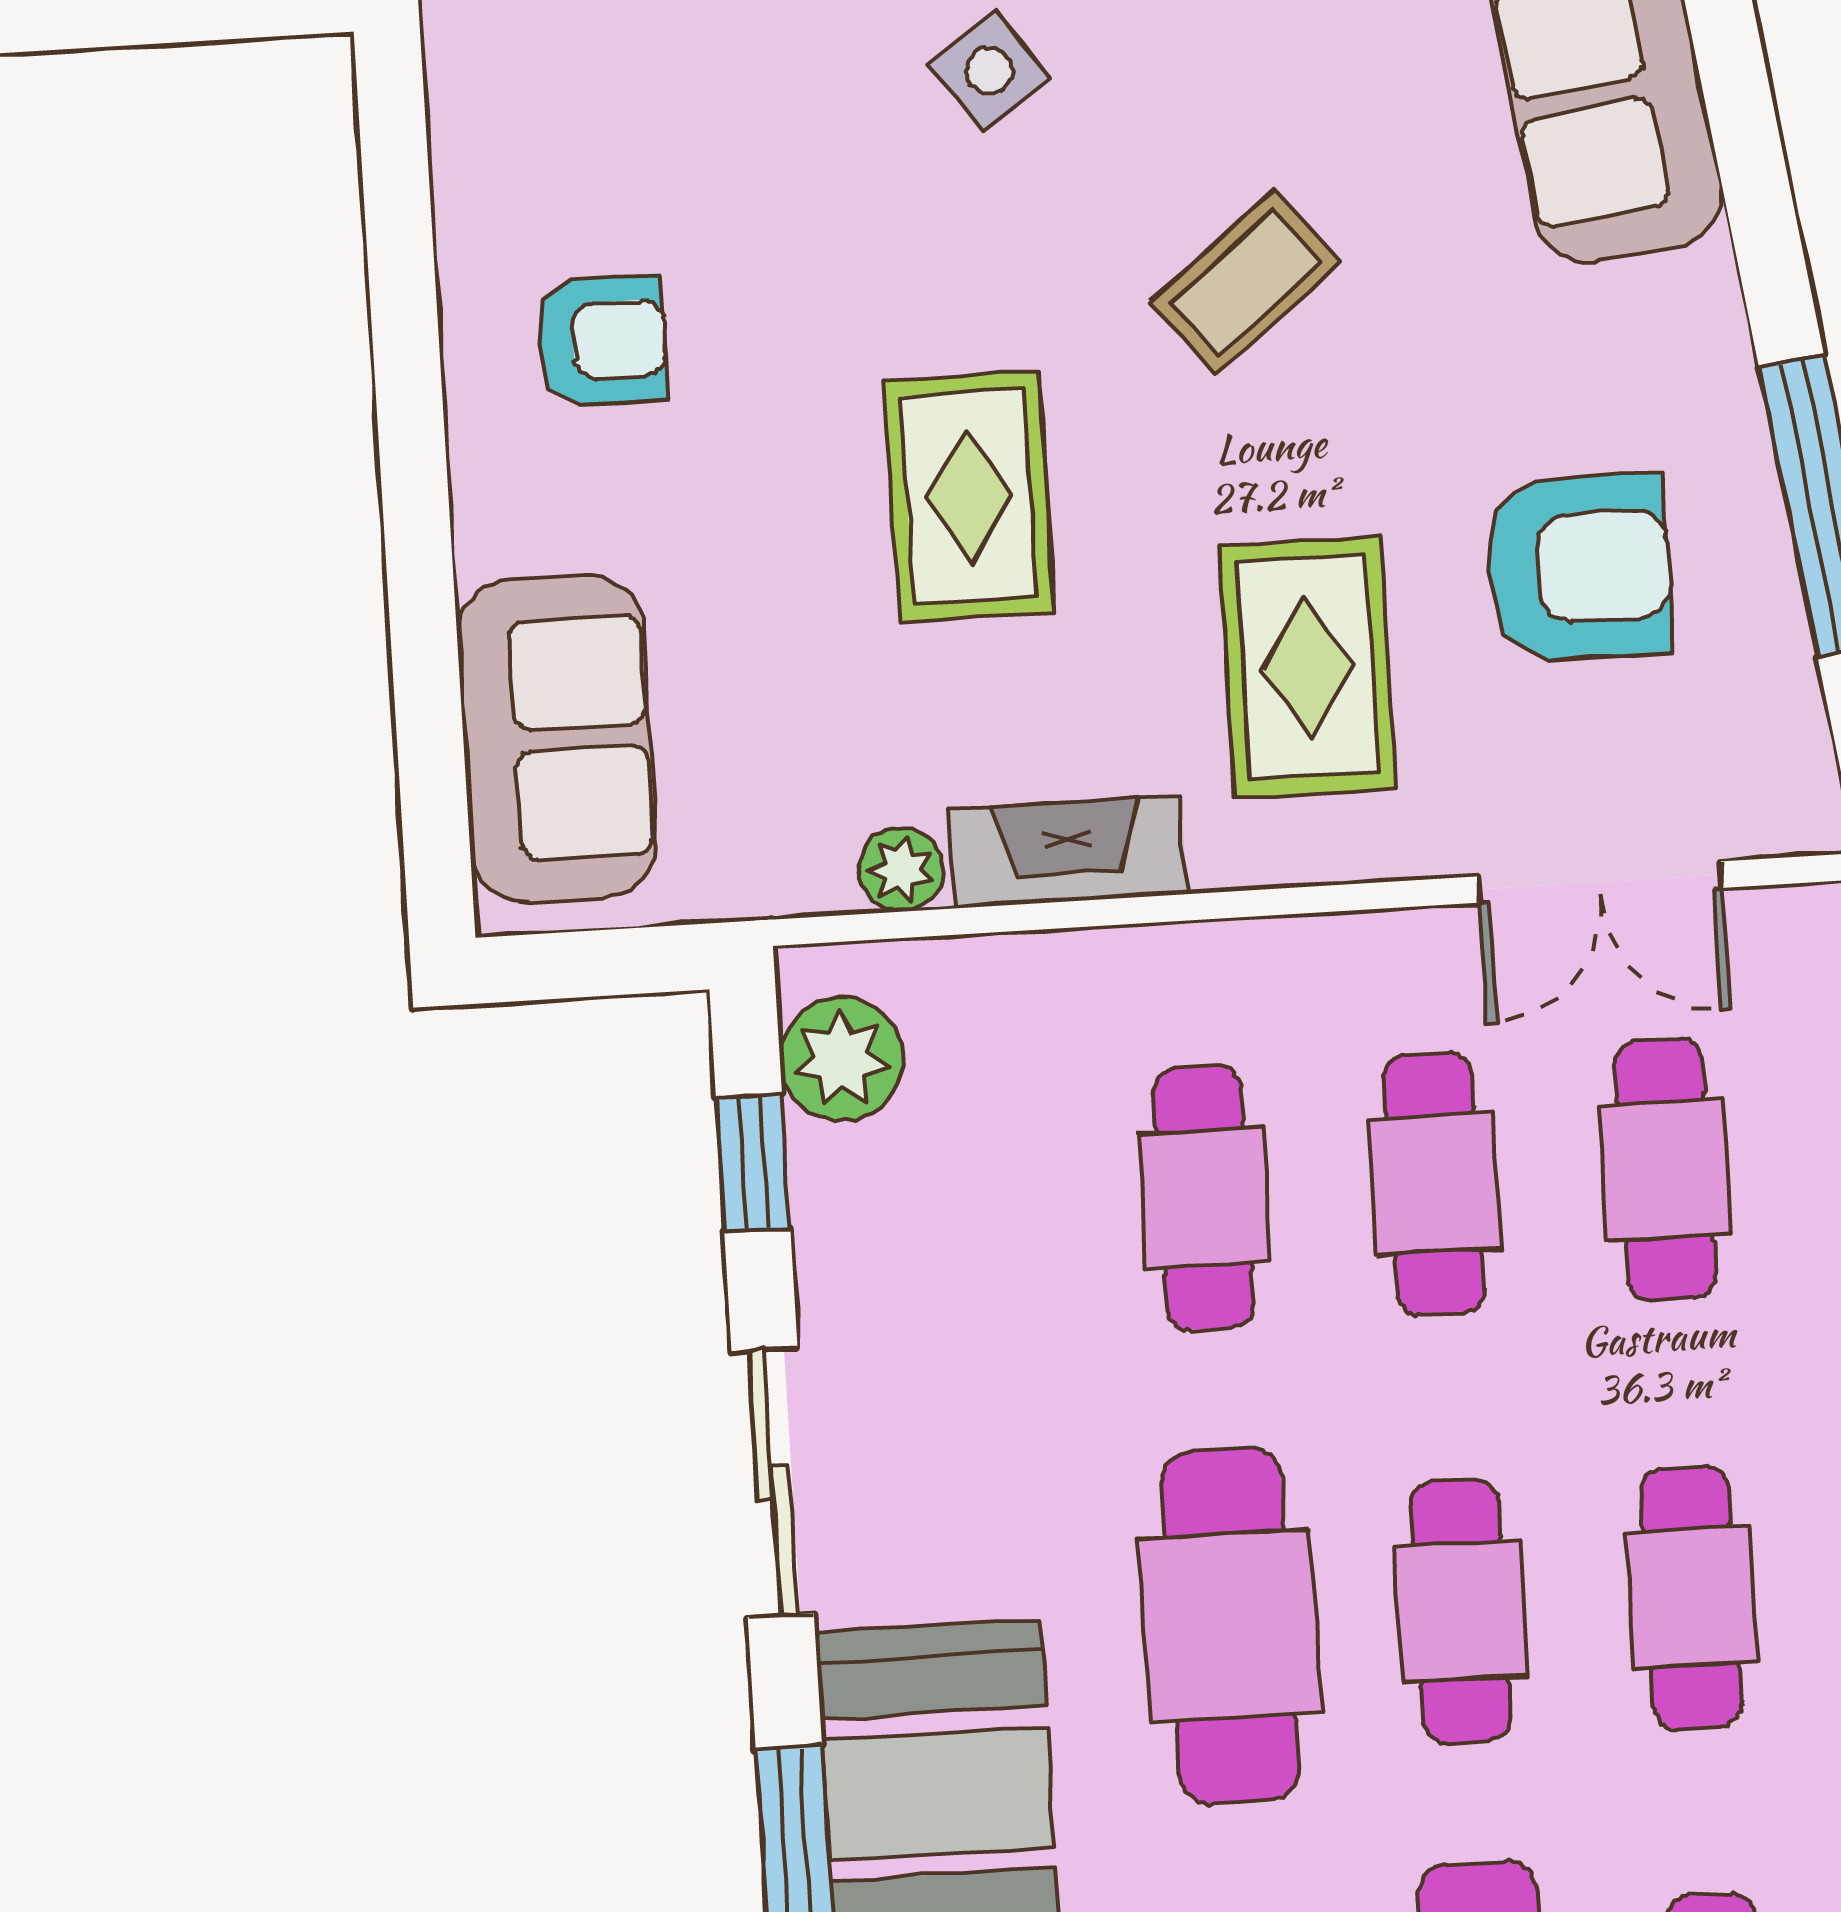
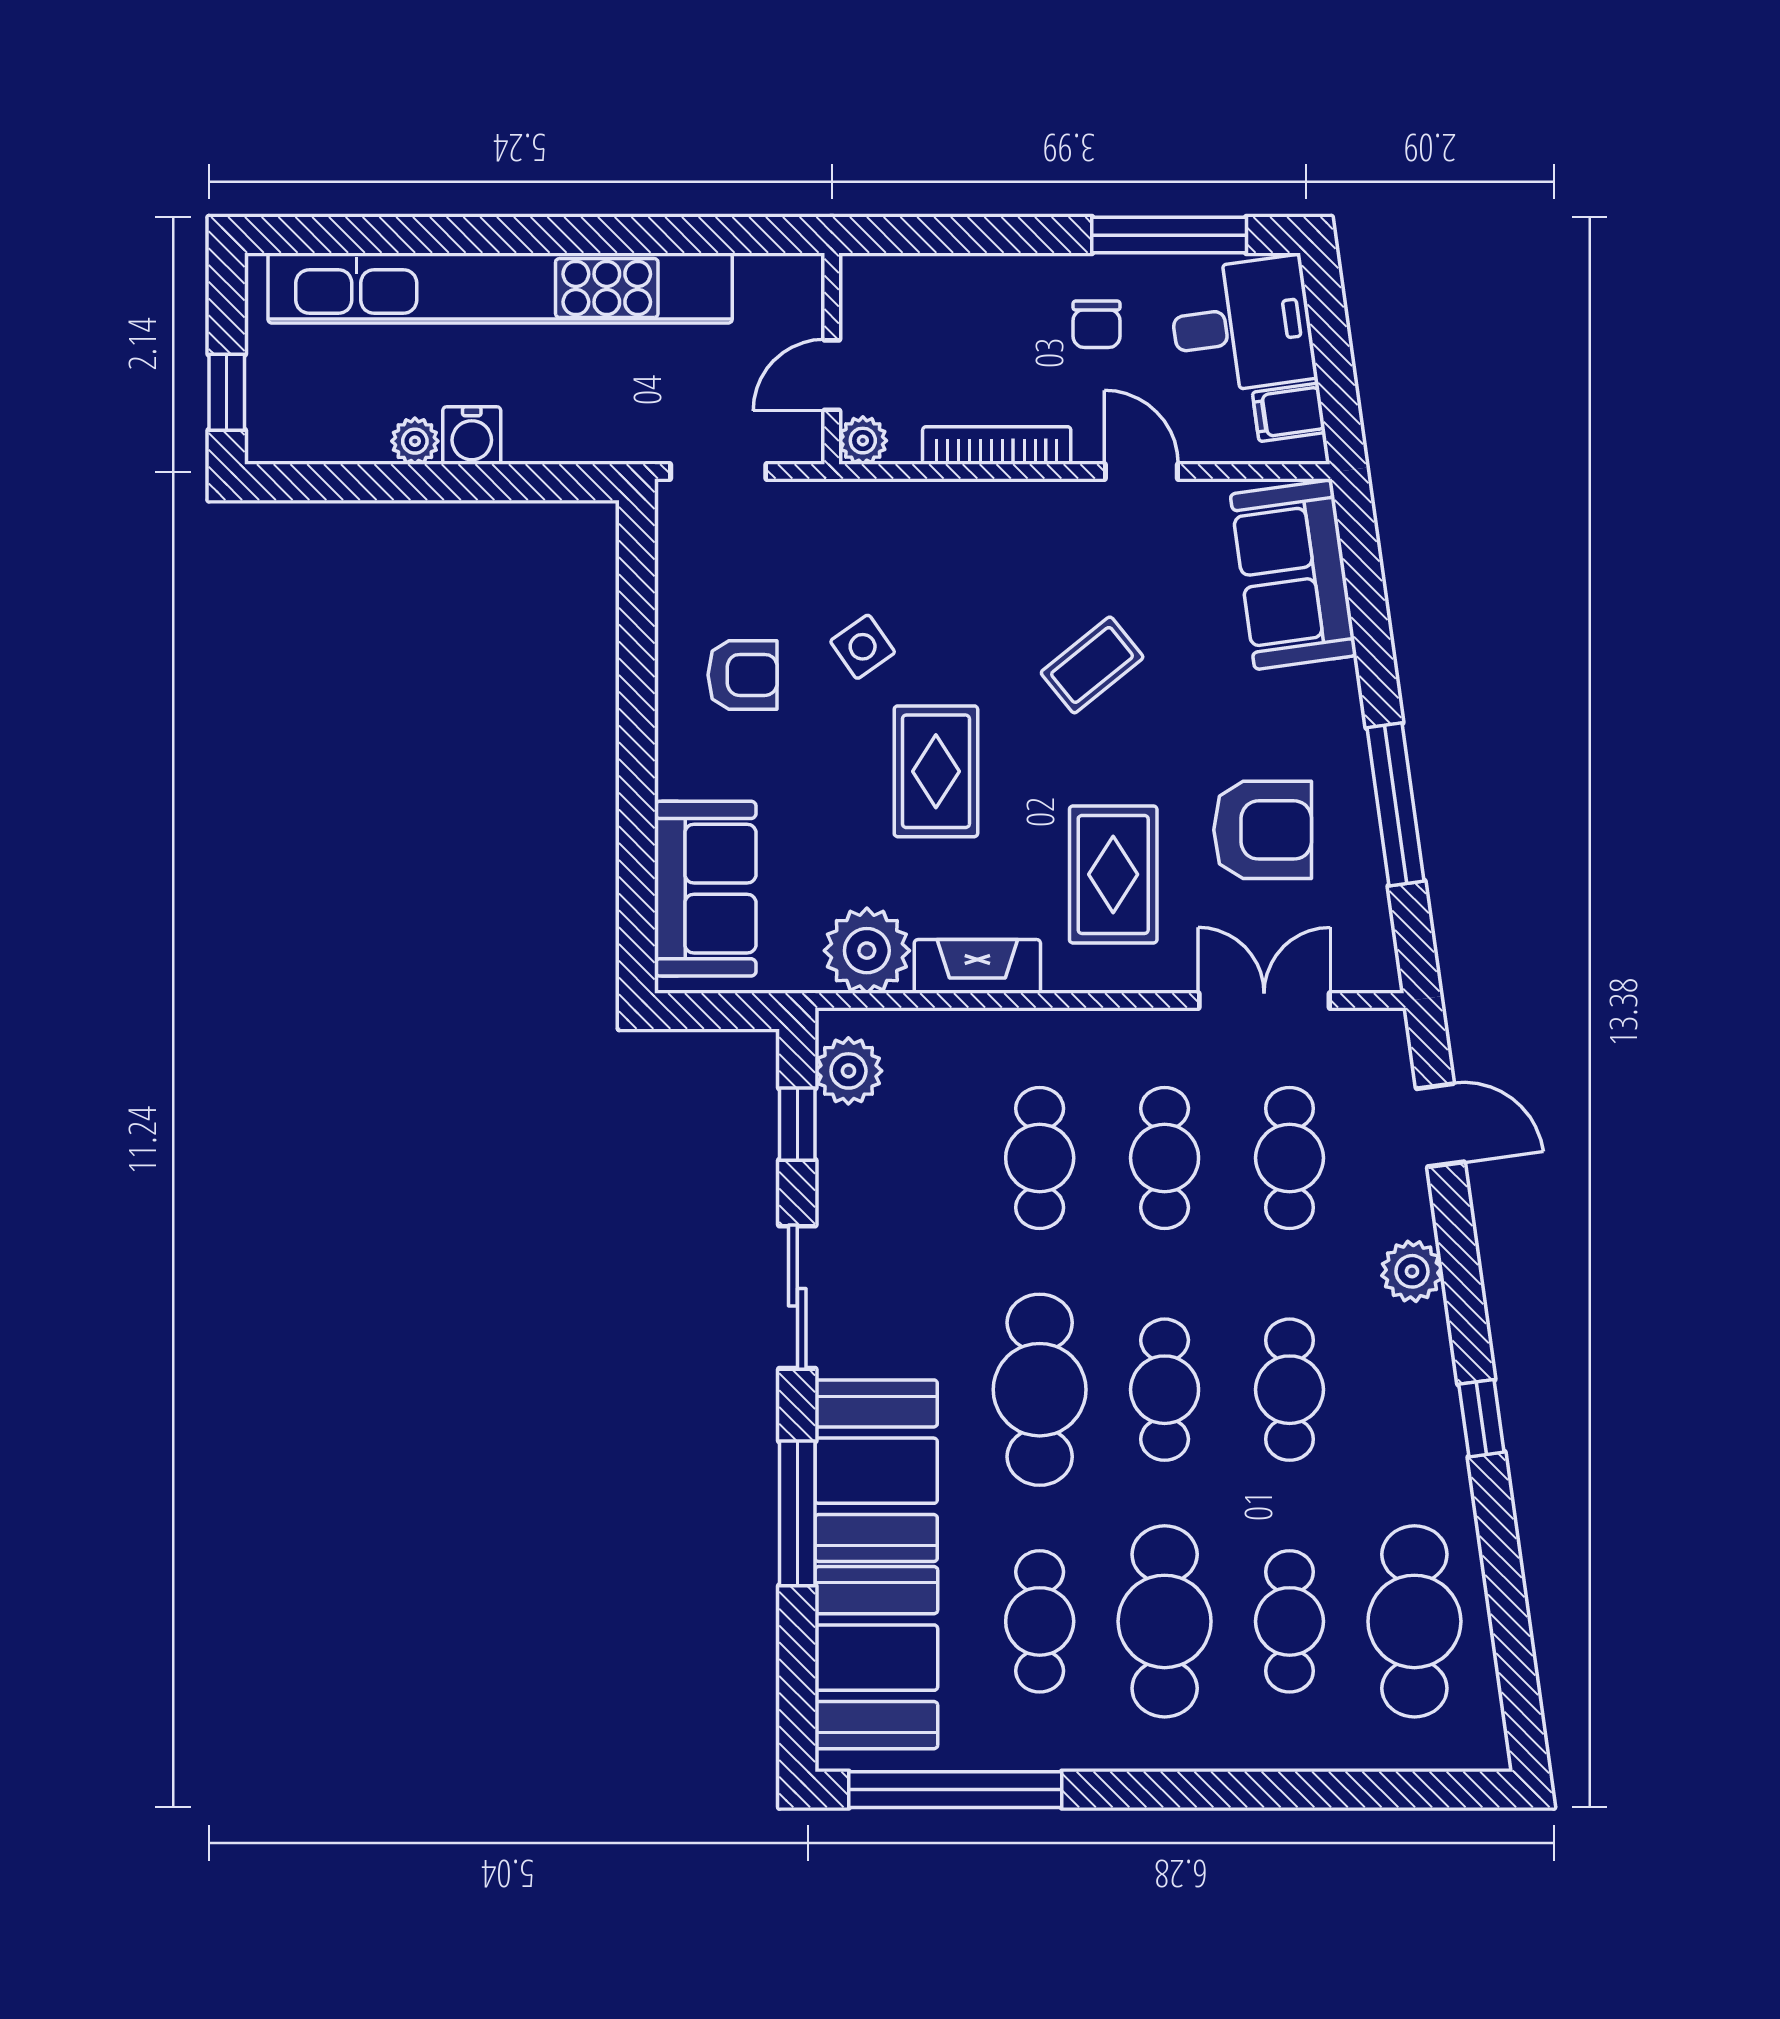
side table: (989, 71) -> (863, 647), moved
plant: (901, 869) -> (867, 951), width x1.88, depth x1.88
double door: (1600, 882) -> (1264, 1000), swing flipped

